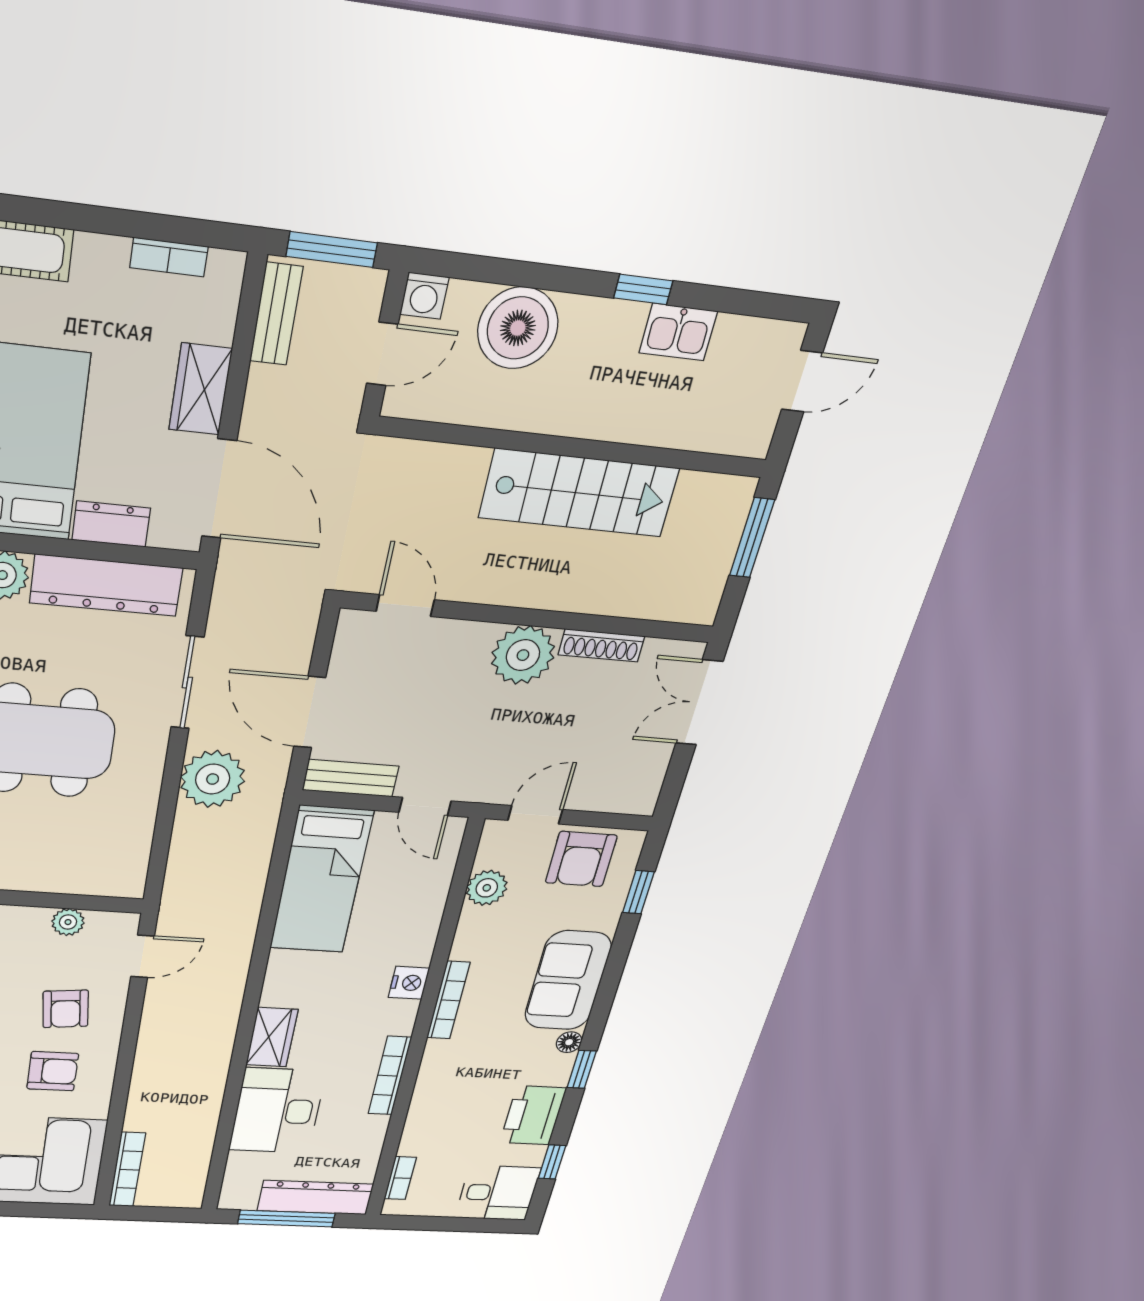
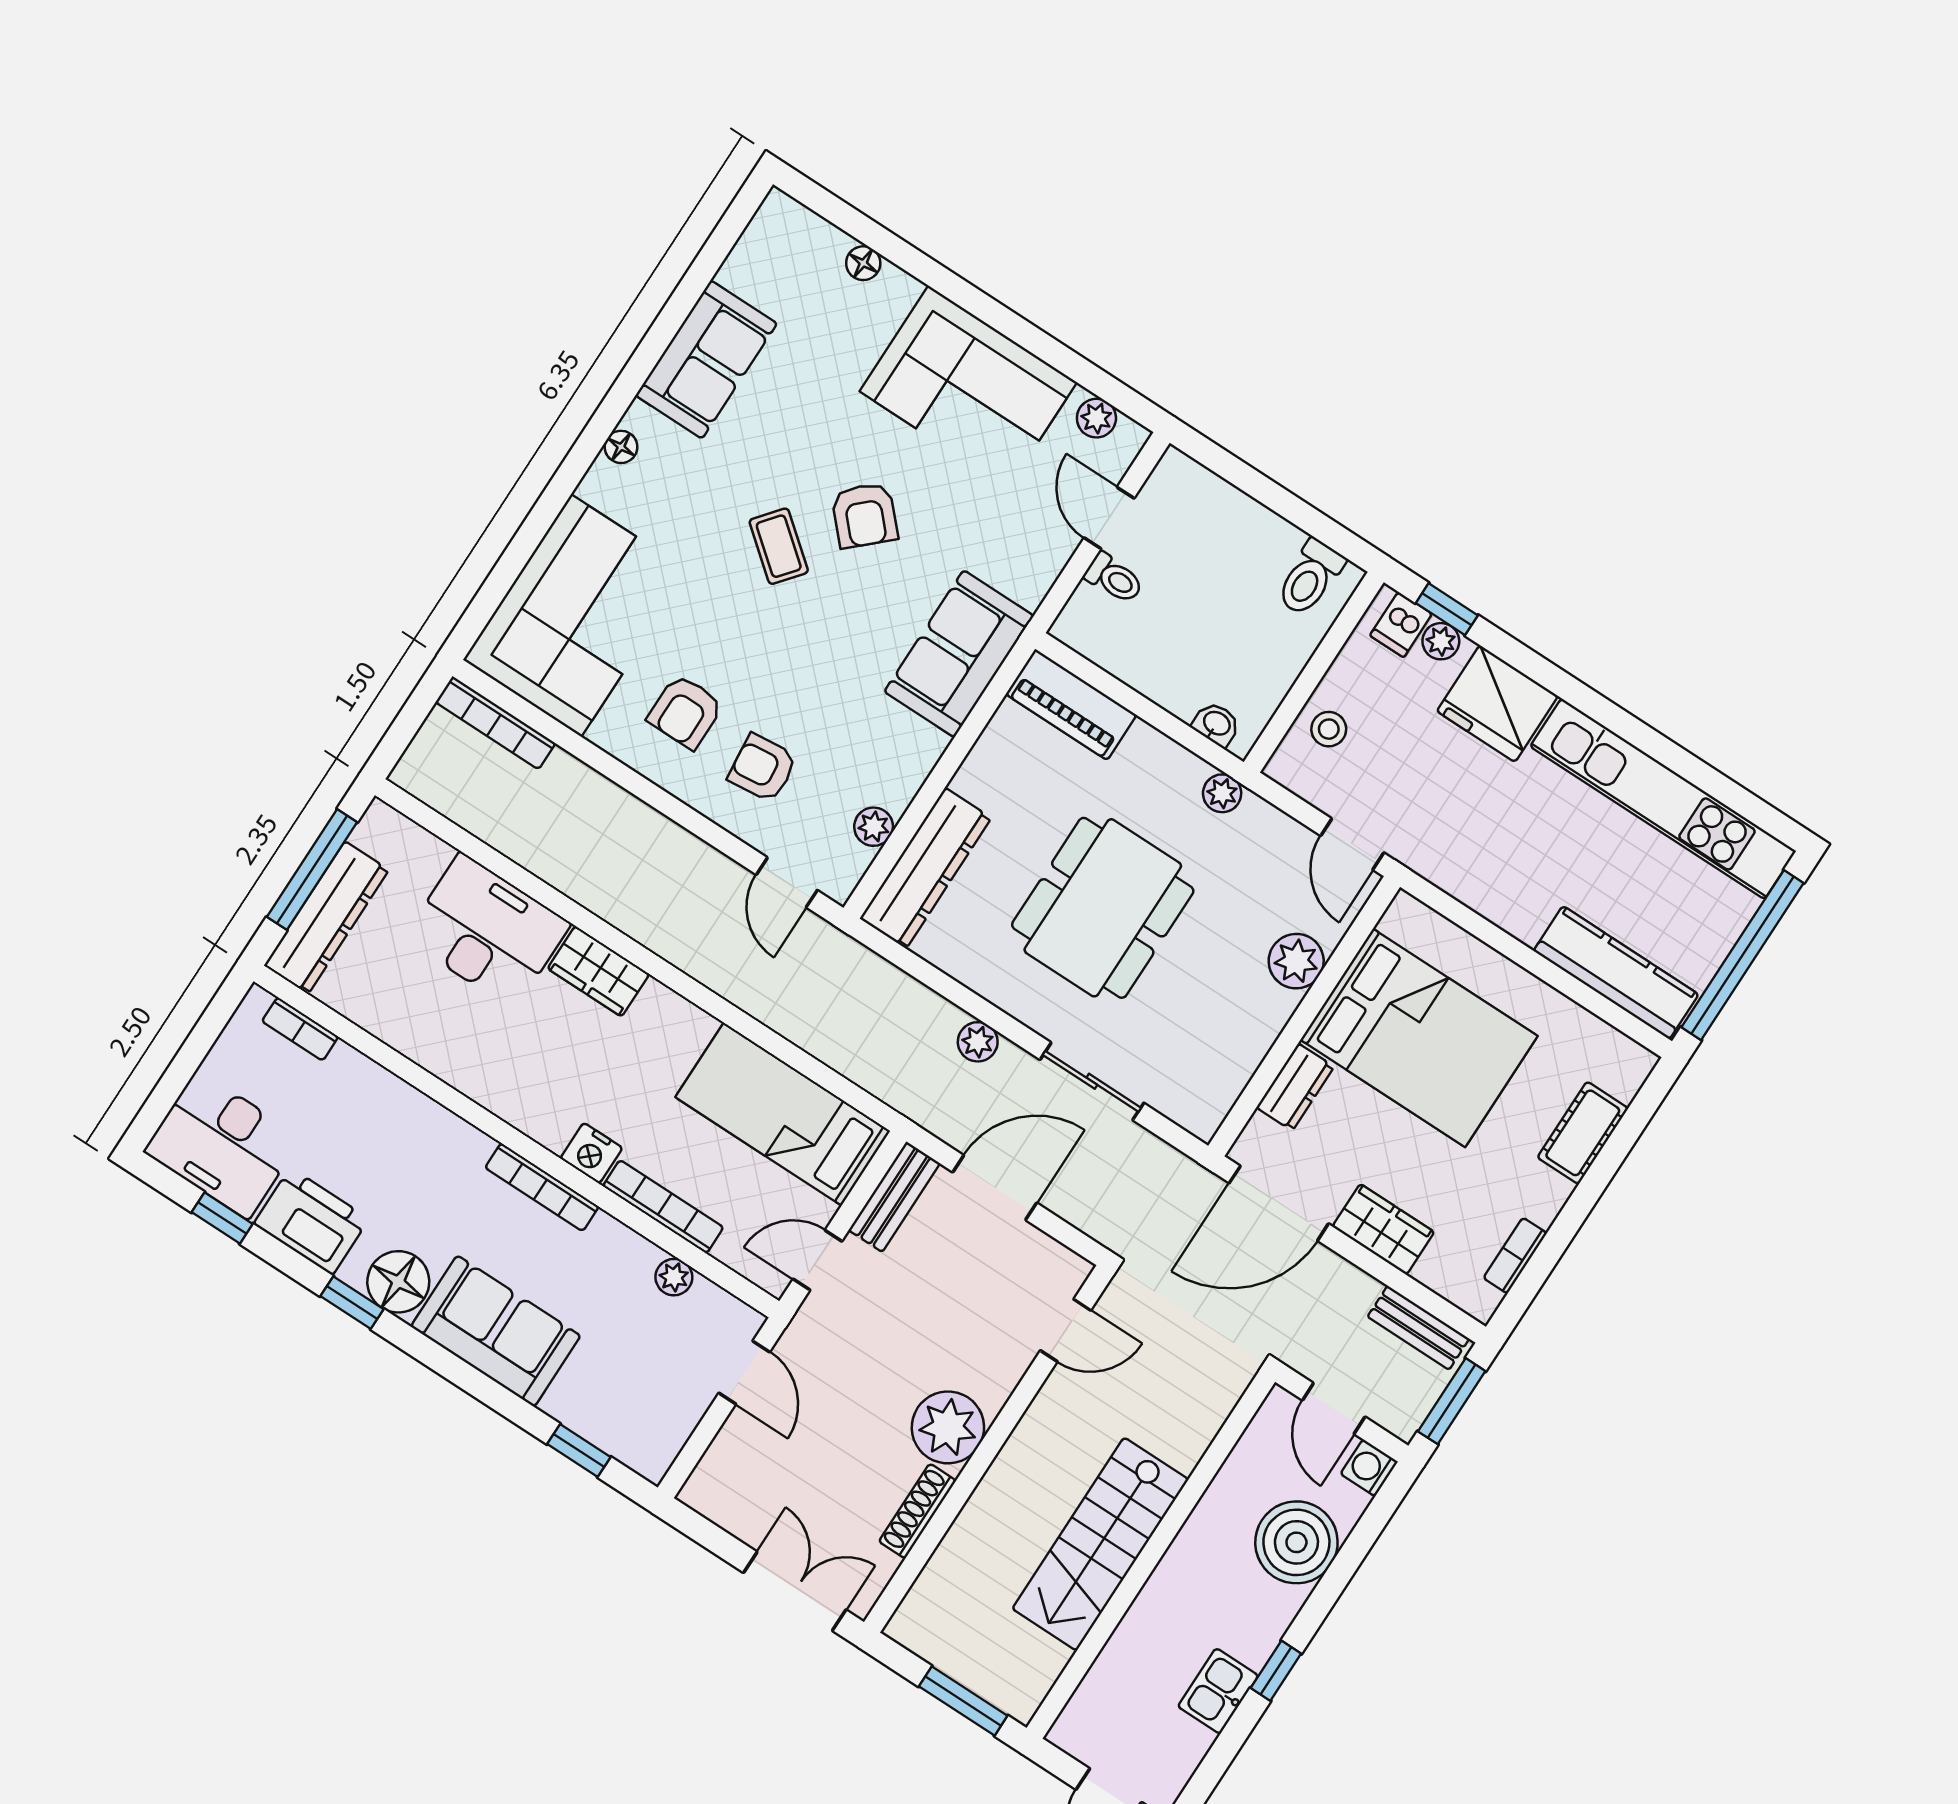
dresser: (106, 585) -> (926, 868), moved, turned 180
plant: (213, 779) -> (978, 1042), width x0.53, depth x0.53
armchair: (581, 859) -> (659, 1402), removed
plant: (487, 888) -> (674, 1277), width x0.73, depth x0.73
floor lamp: (569, 1042) -> (398, 1282), width x1.89, depth x1.89
bookcase: (390, 1076) -> (663, 1207), moved
desk: (498, 1193) -> (222, 1145), width x1.37

